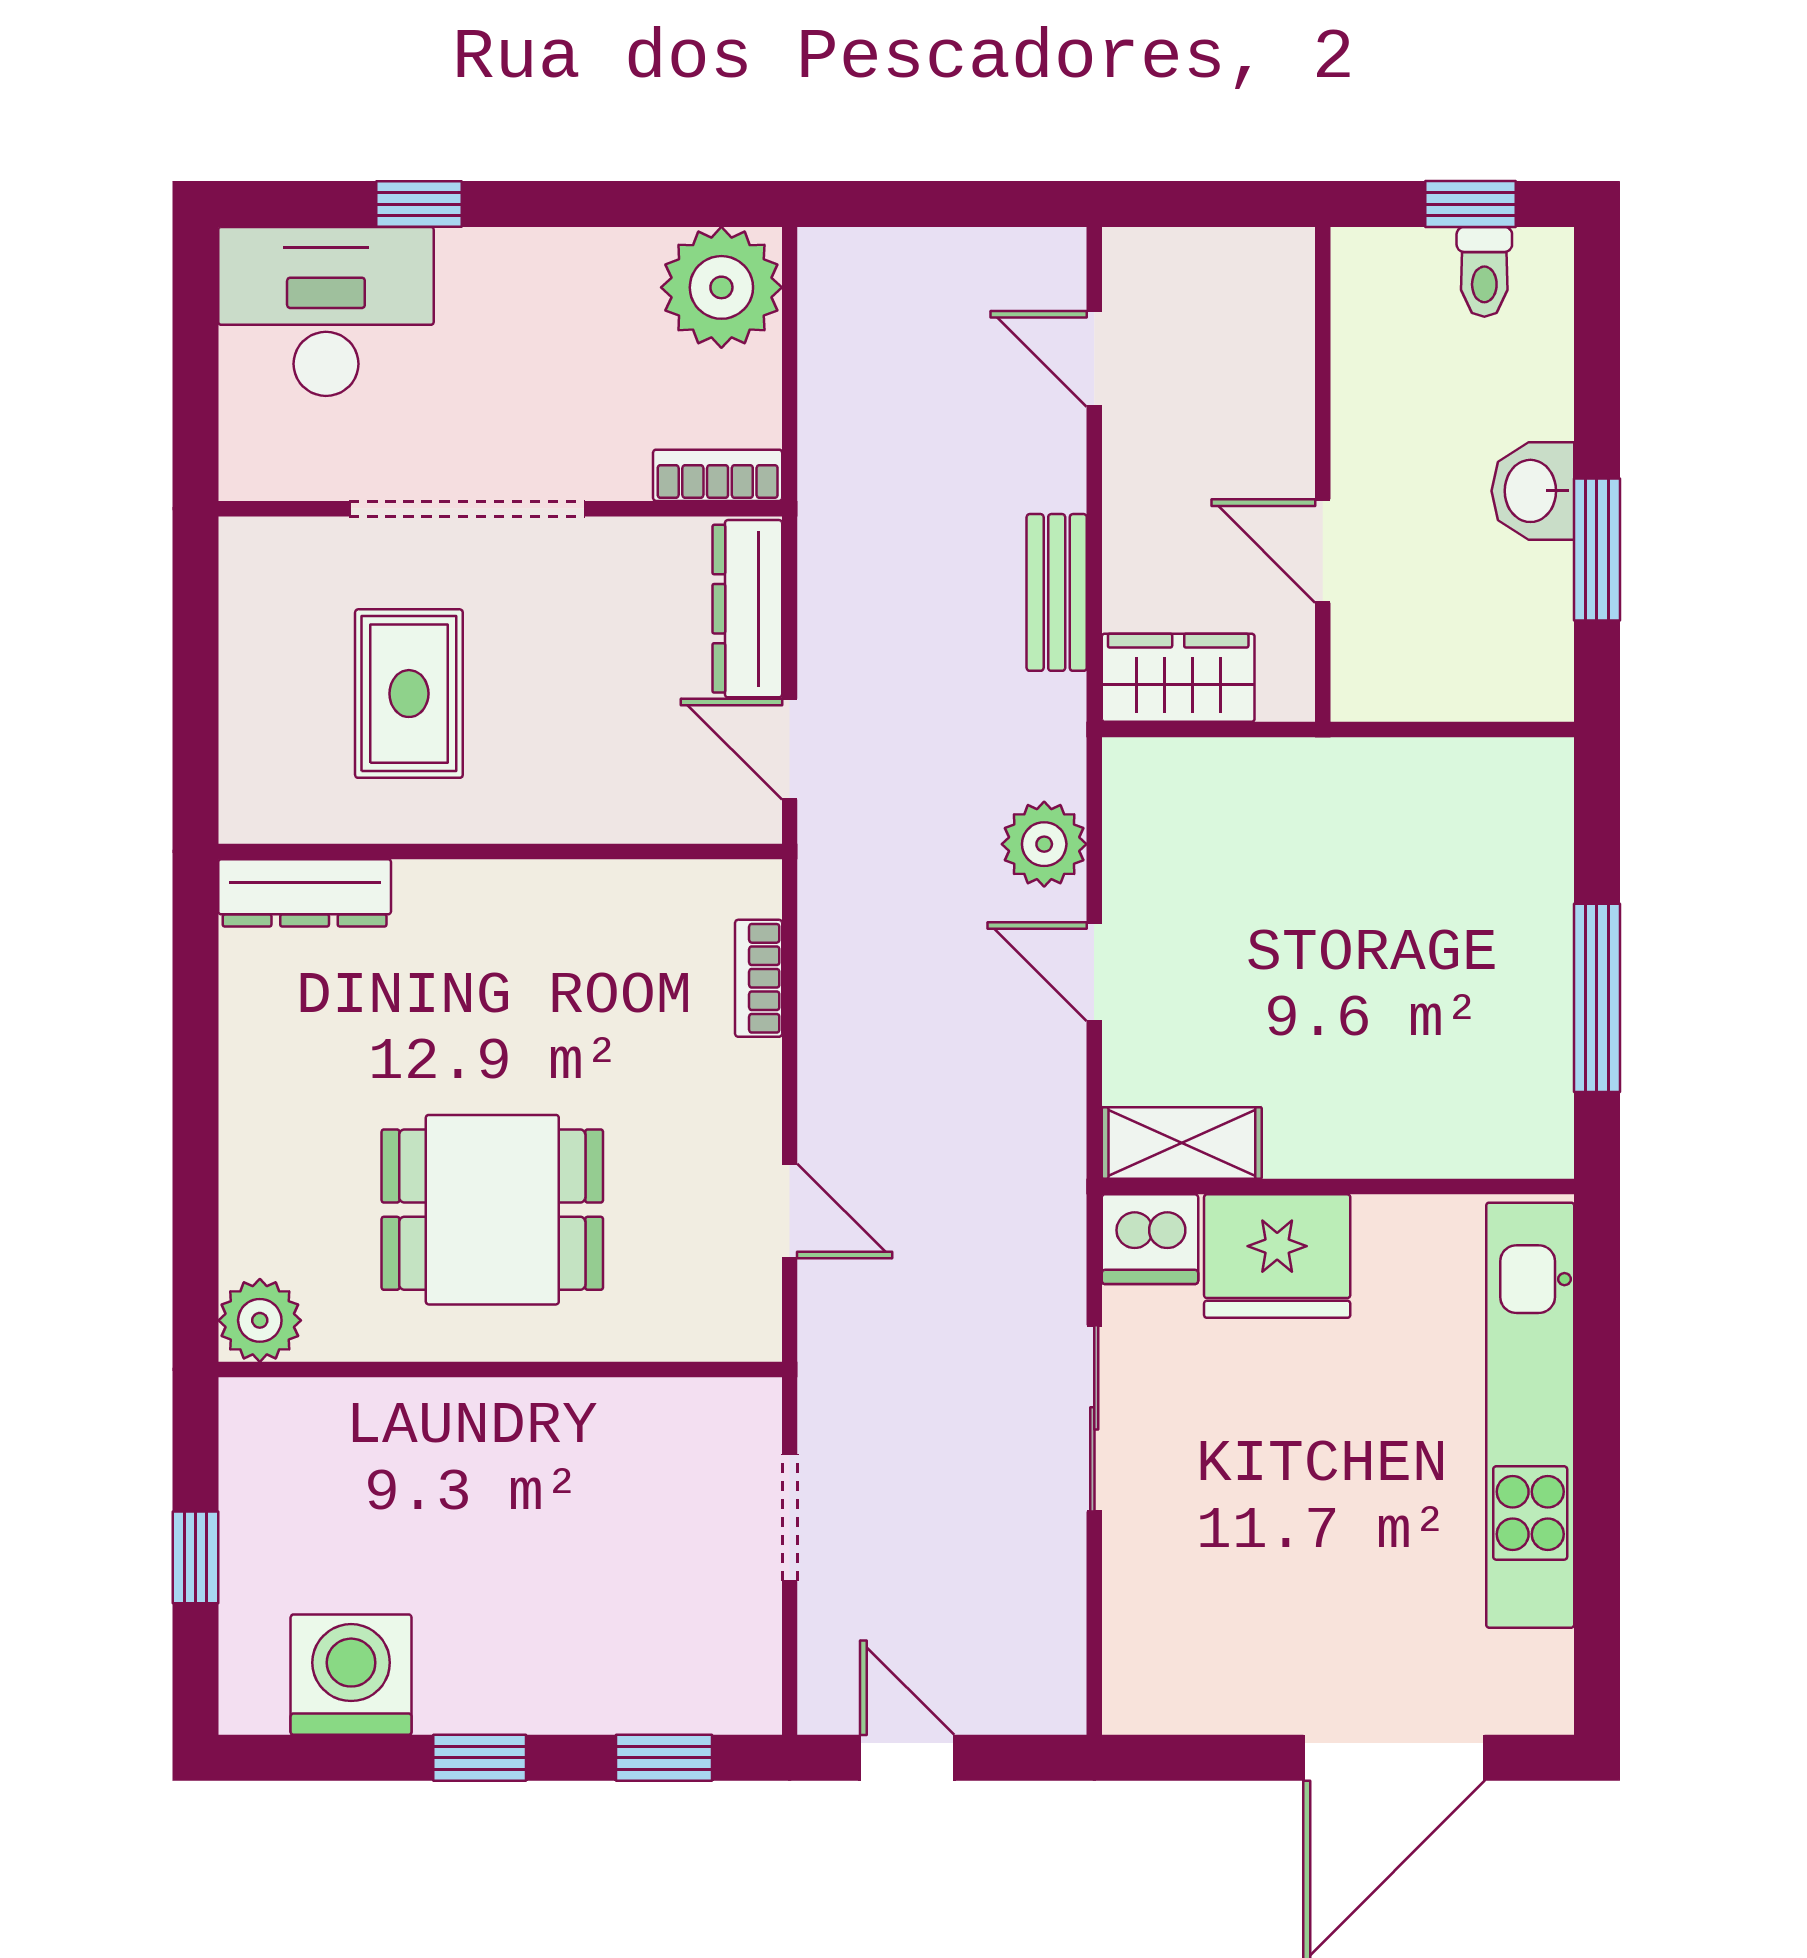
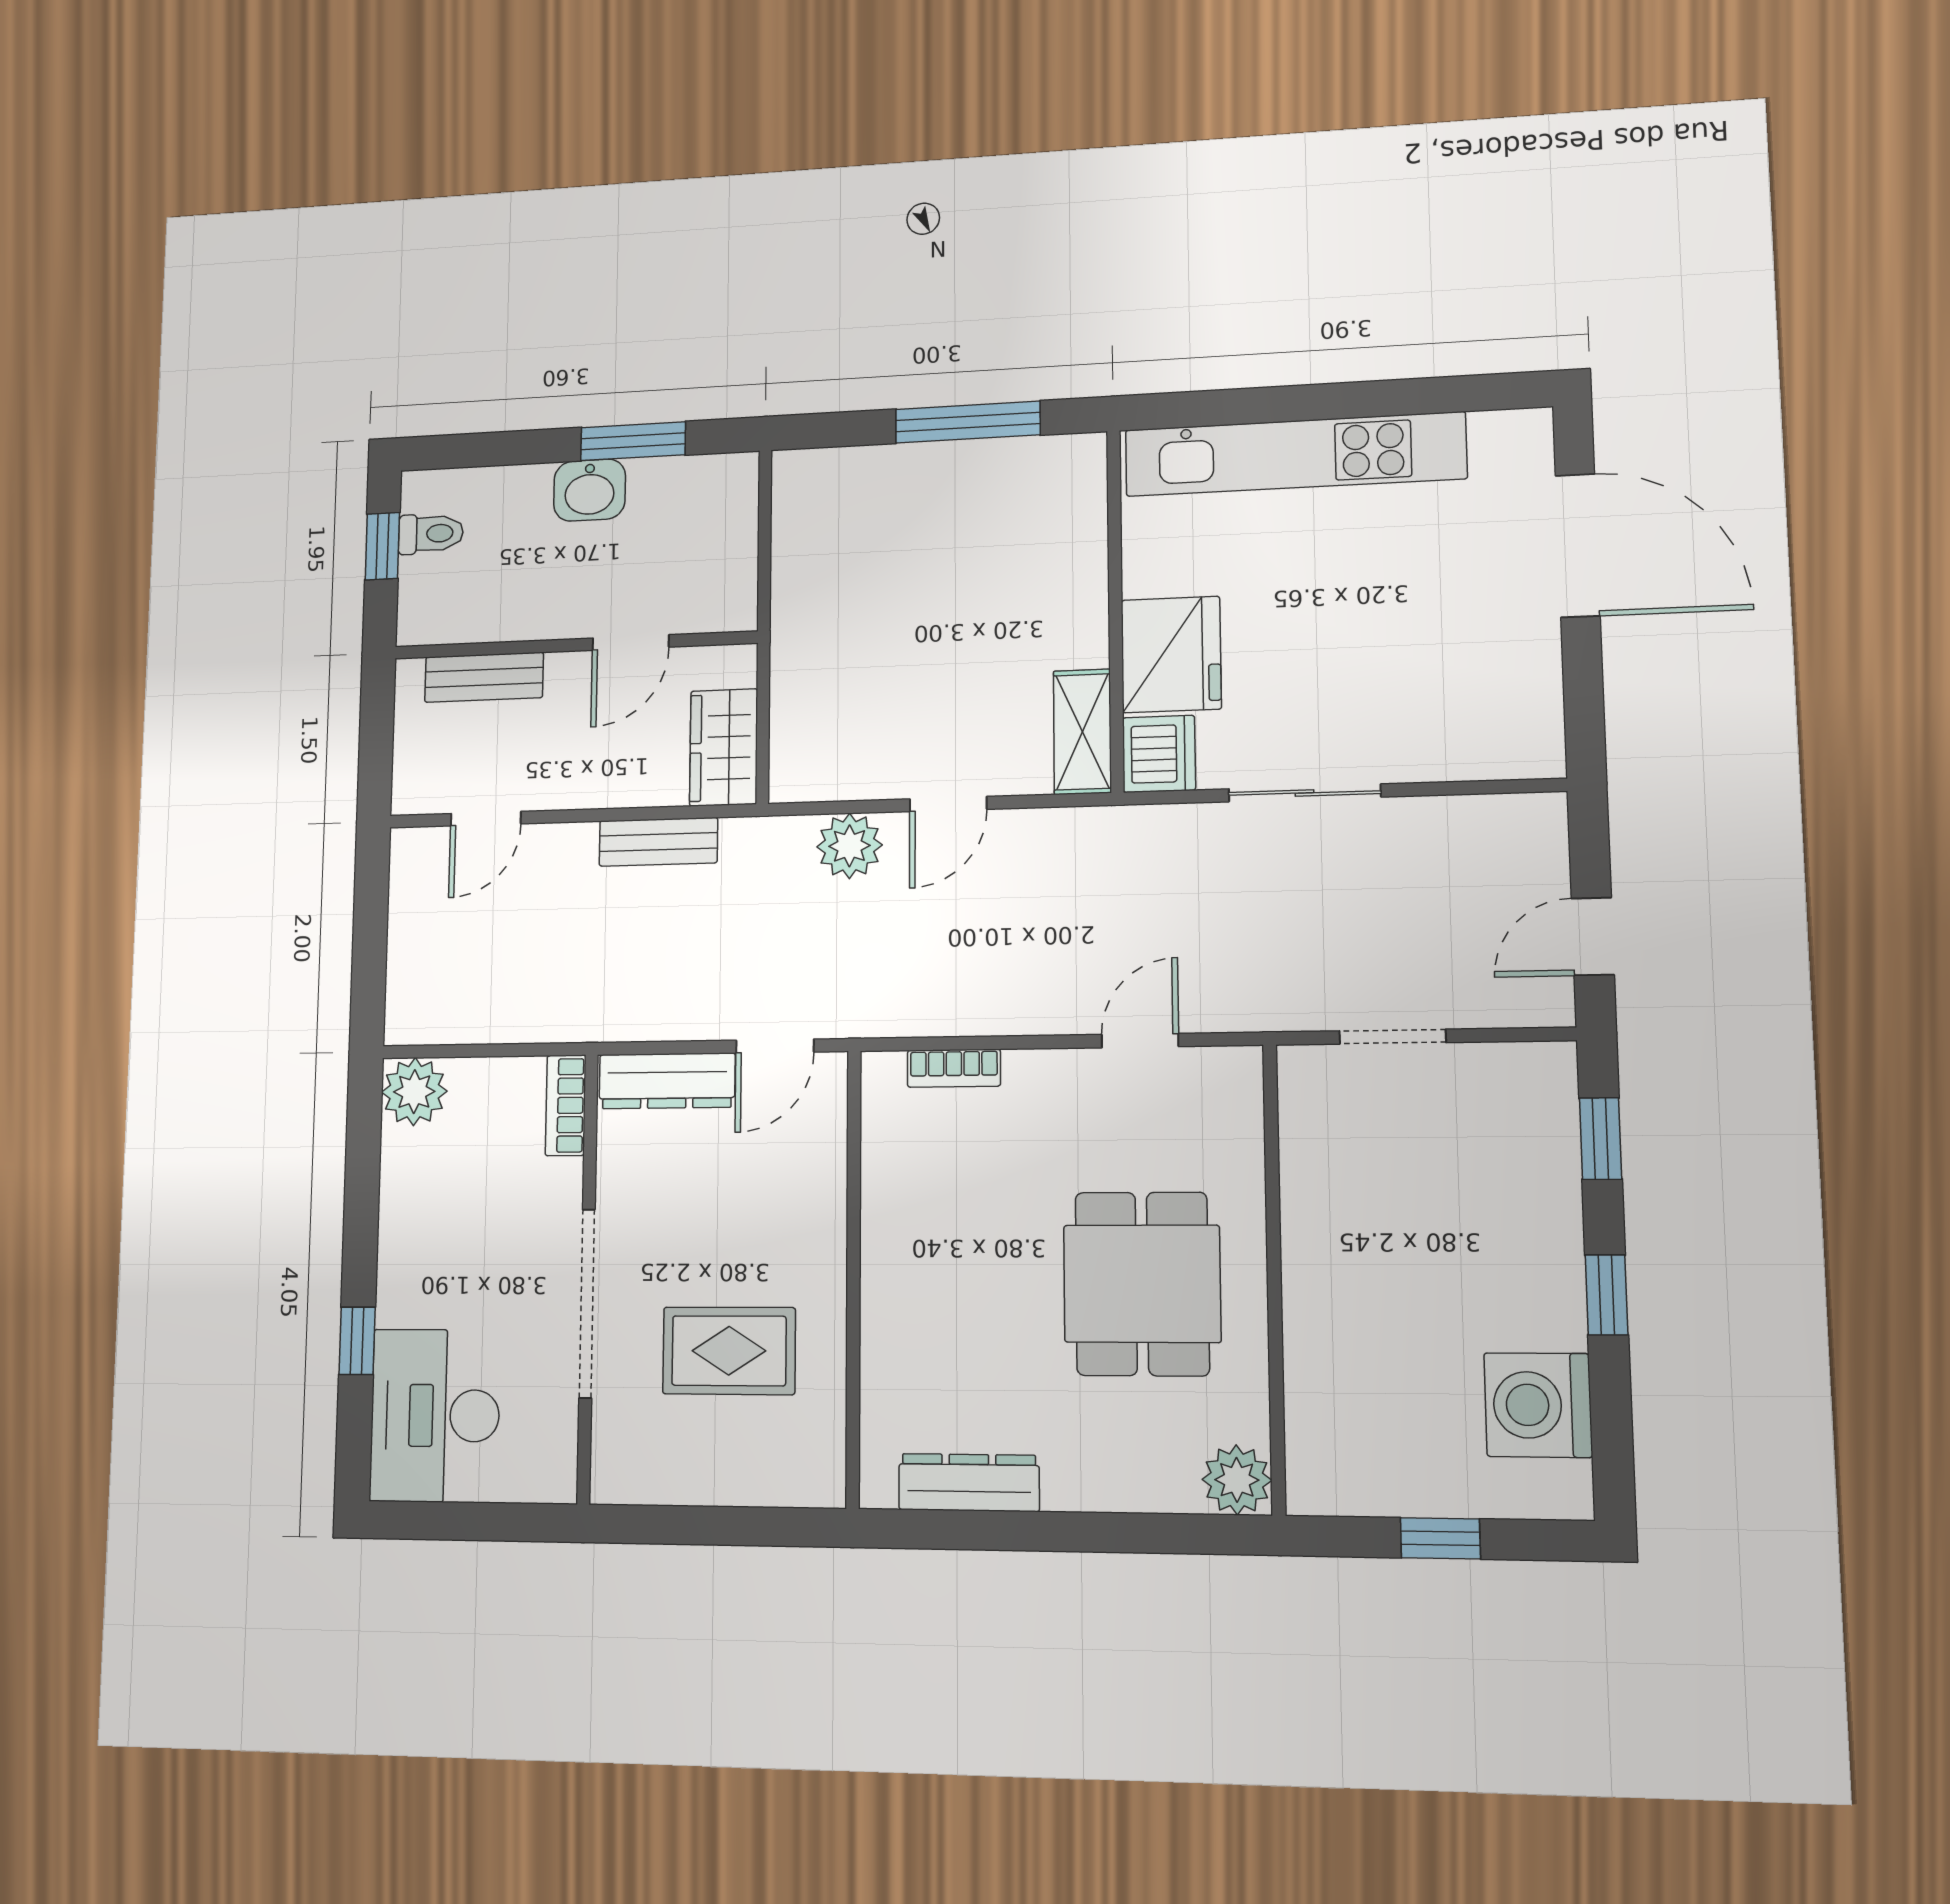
plant: (721, 287) -> (414, 1092), width x0.73, depth x0.73
bench: (1284, 351) -> (484, 677), added
dresser: (305, 893) -> (969, 1483), moved, turned -90

